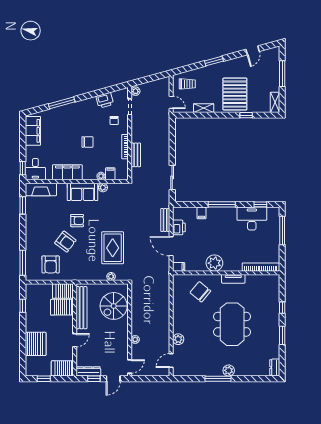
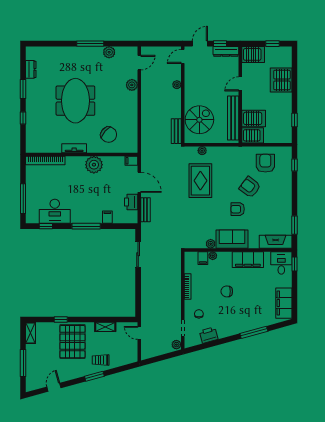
trolley: (187, 84) -> (101, 360), moved
bench: (136, 155) -> (176, 131), moved
window: (23, 263) -> (295, 165), width x0.46
dresser: (275, 367) -> (31, 69), moved
plant: (229, 370) -> (109, 52), moved

